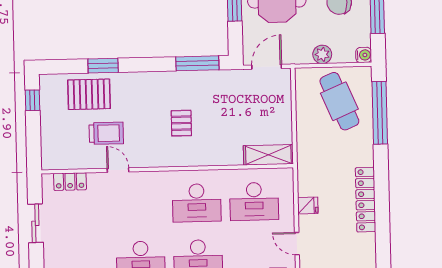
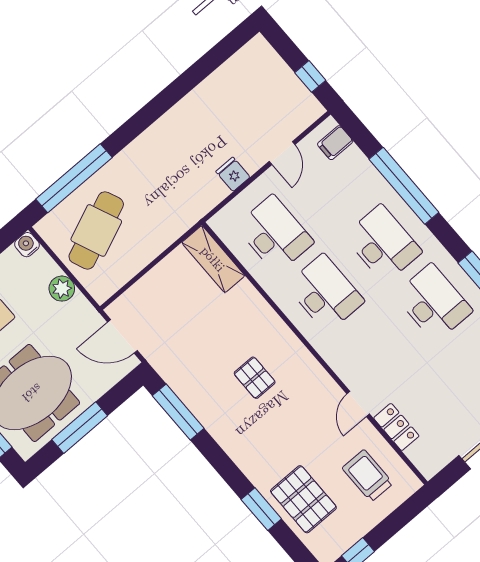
pallet: (181, 123) -> (255, 378), turned 90
trolley: (106, 133) -> (368, 476), moved
locker: (70, 182) -> (396, 427), moved
locker: (366, 200) -> (177, 119), removed

